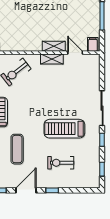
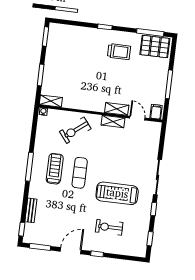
exercise mat: (17, 149) -> (80, 173), moved

